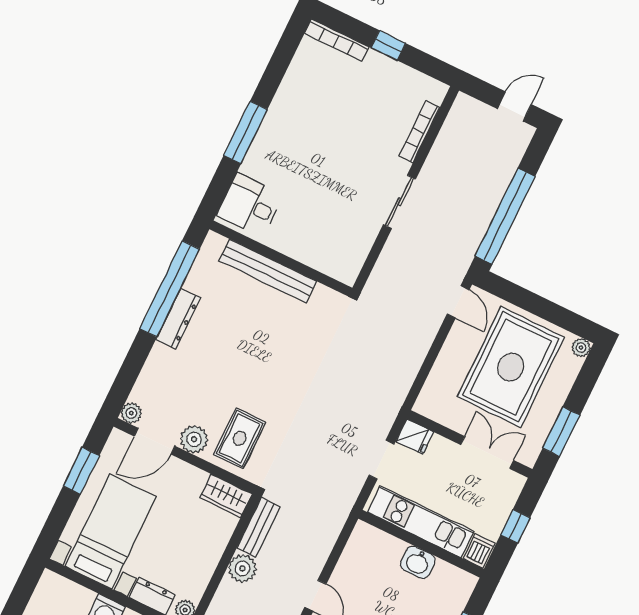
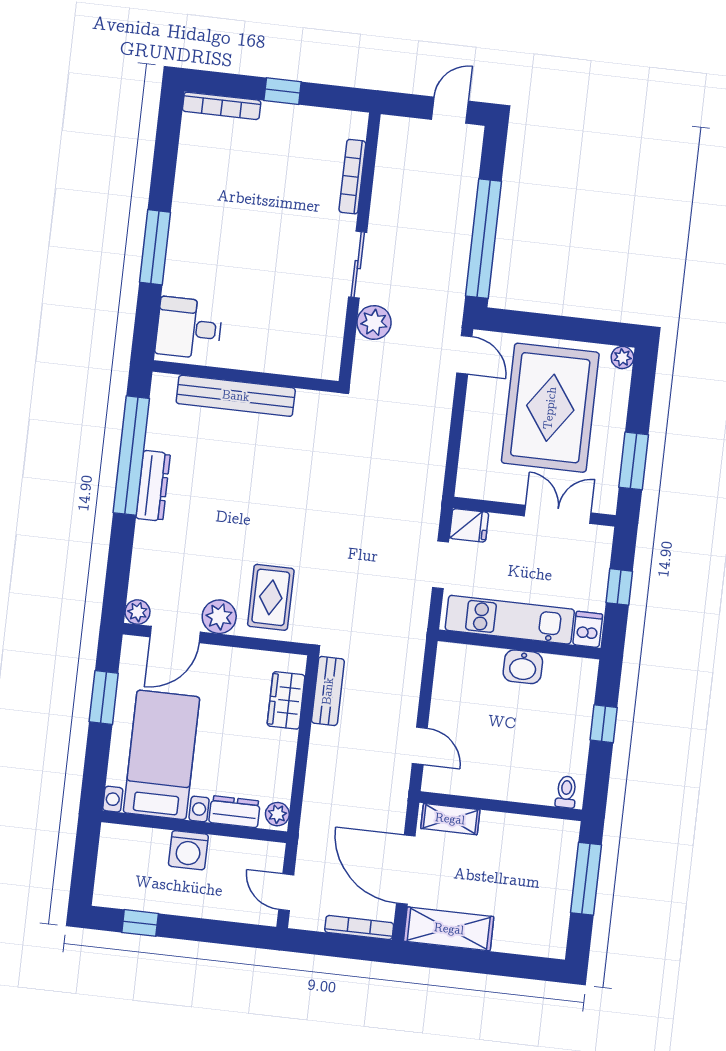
wardrobe: (226, 496) -> (286, 700), moved, turned 90
plant: (242, 568) -> (374, 322), moved

